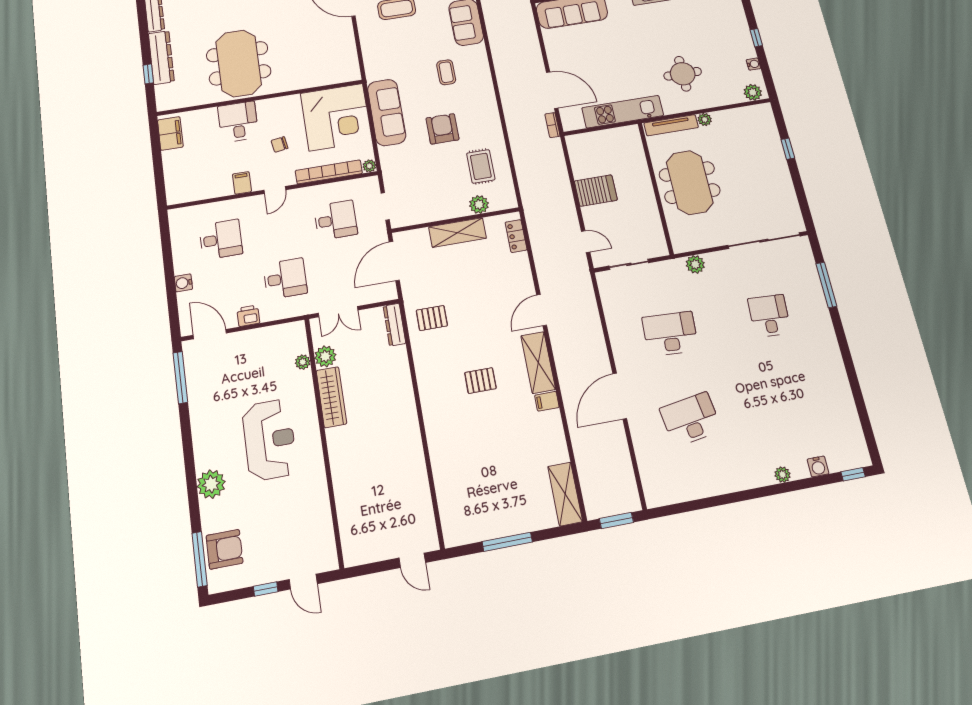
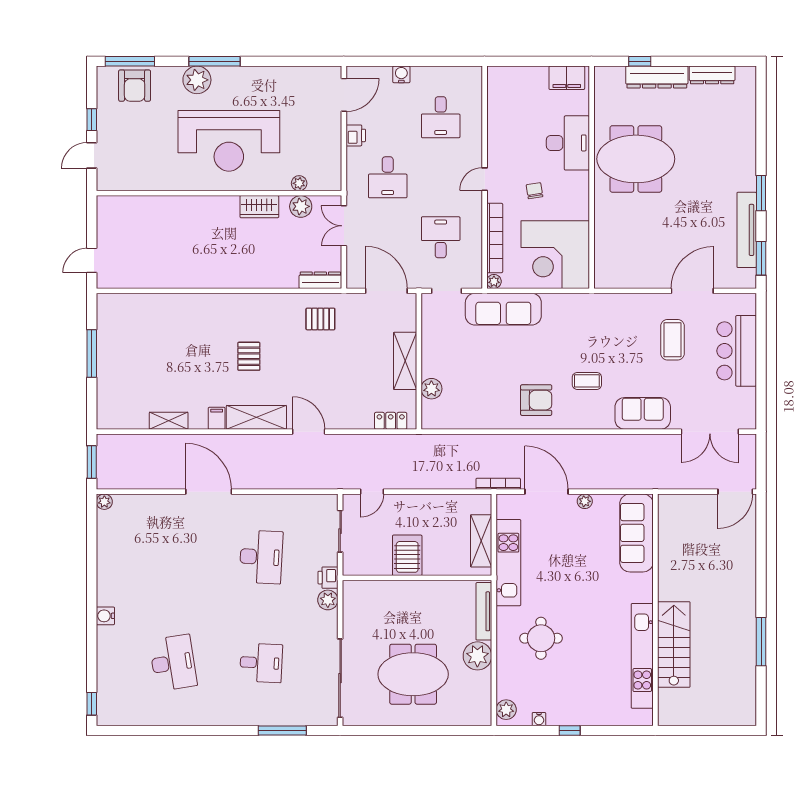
plant: (554, 57) -> (585, 501), added
door: (552, 90) -> (546, 492), swing flipped
sofa: (387, 112) -> (503, 309), moved
plant: (705, 119) -> (477, 656), width x1.87, depth x1.87
desk: (238, 122) -> (568, 143), width x1.37
bookcase: (552, 125) -> (498, 484), width x1.56
armchair: (442, 129) -> (536, 400), moved
shelving: (609, 138) -> (481, 541), added
window: (788, 149) -> (436, 731), removed
rug: (481, 166) -> (473, 398), removed
filing cabinet: (242, 183) -> (498, 146), removed
meeting table: (690, 183) -> (413, 674), moved
door: (275, 190) -> (485, 179), hinge flipped
server rack: (596, 191) -> (407, 555), moved, turned 180
desk: (336, 220) -> (441, 237), turned 180
printer: (675, 268) -> (328, 578), added
pallet: (432, 318) -> (320, 319), turned 90
window: (180, 378) -> (214, 61), moved
wardrobe: (331, 397) -> (259, 207), width x0.67
desk: (691, 419) -> (173, 663), moved
reception desk: (269, 440) -> (229, 141), width x1.36, depth x1.30
water cooler: (818, 466) -> (105, 616), moved
plant: (783, 475) -> (104, 502), moved
shelving: (565, 494) -> (169, 421), moved, width x0.67, depth x0.75

